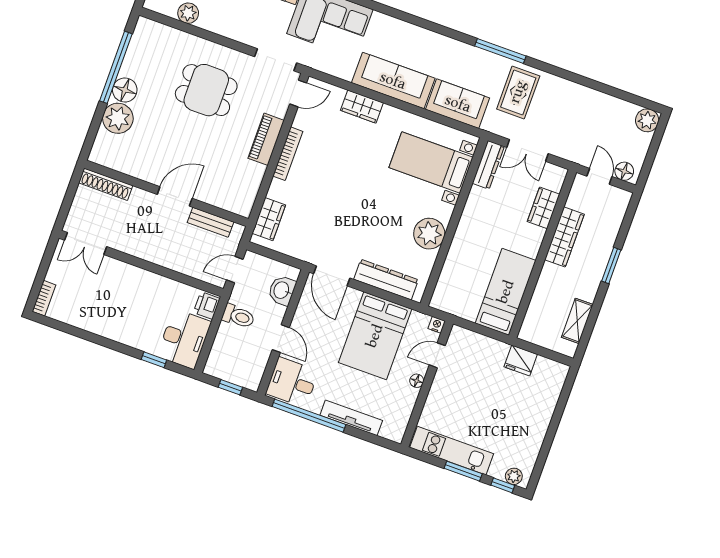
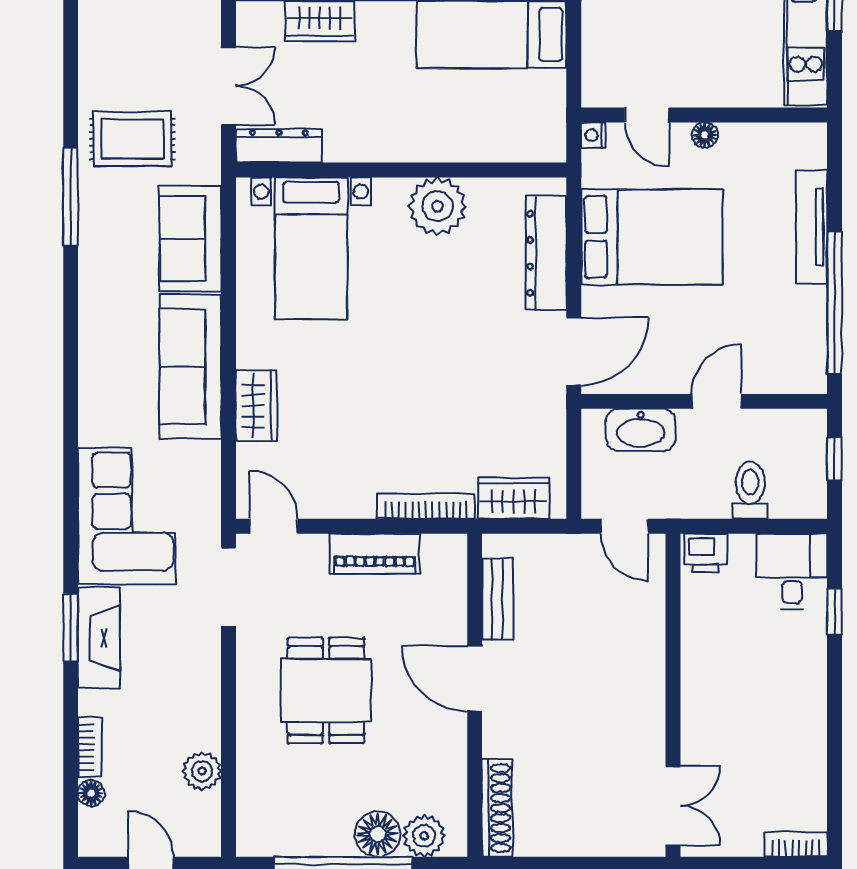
plant: (118, 118) -> (424, 836), width x0.73, depth x0.73
bookcase: (288, 154) -> (426, 506), moved
shoe rack: (106, 184) -> (497, 808), moved
wall: (166, 193) -> (475, 695), moved
door: (175, 196) -> (475, 679), moved
bench: (211, 222) -> (498, 599), moved
washbasin: (282, 290) -> (641, 430), width x1.38
toilet: (238, 316) -> (750, 490), moved
desk: (184, 339) -> (792, 572), width x0.73
desk: (292, 382) -> (786, 354), removed

